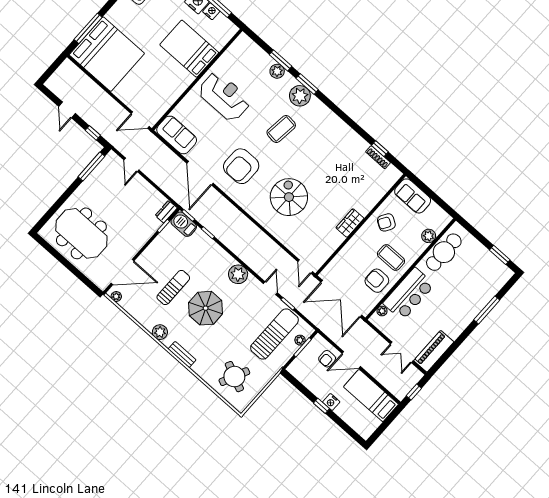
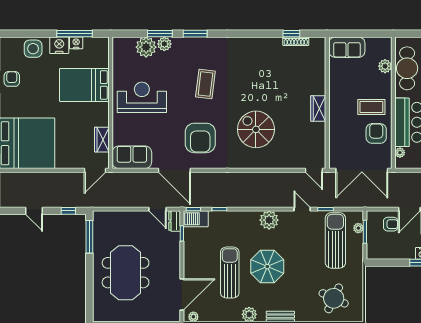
plant: (300, 96) -> (146, 47), moved
wardrobe: (166, 101) -> (102, 140), added
door: (131, 165) -> (157, 209), moved
armchair: (386, 222) -> (345, 84), removed
meeting table: (81, 233) -> (126, 273), moved, turned 90
armchair: (377, 281) -> (376, 133), turned 90
sun lounger: (173, 287) -> (230, 273), width x1.36, depth x1.34
armchair: (327, 359) -> (391, 224), turned -90

